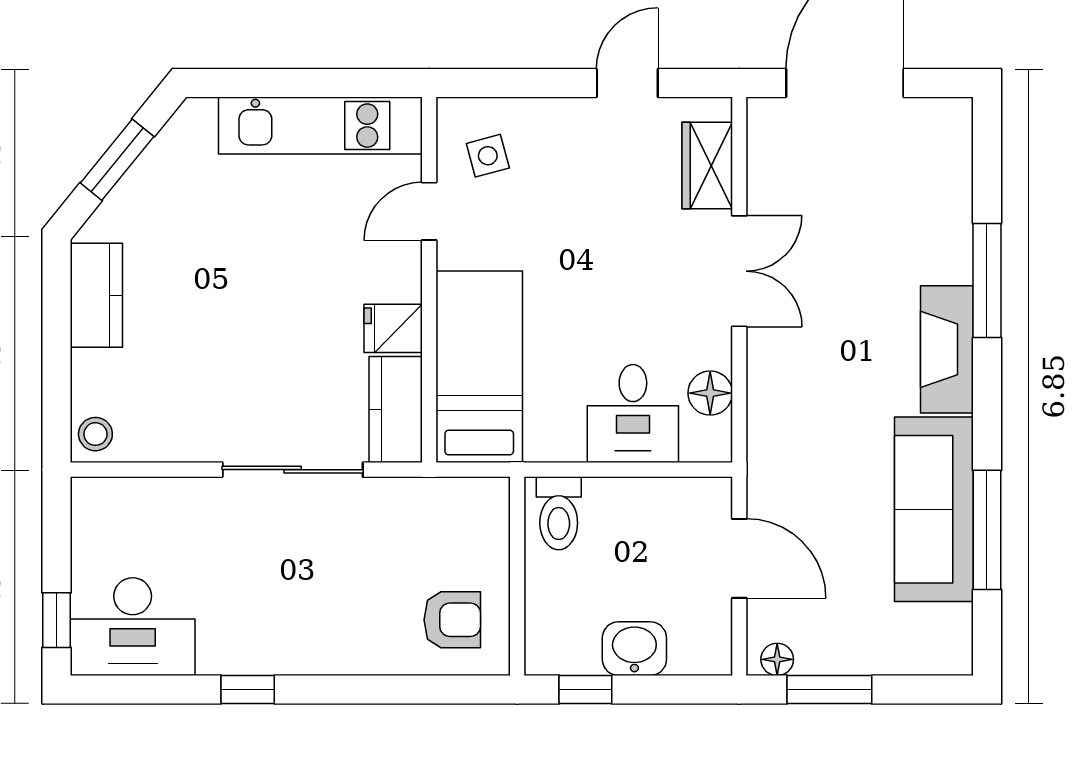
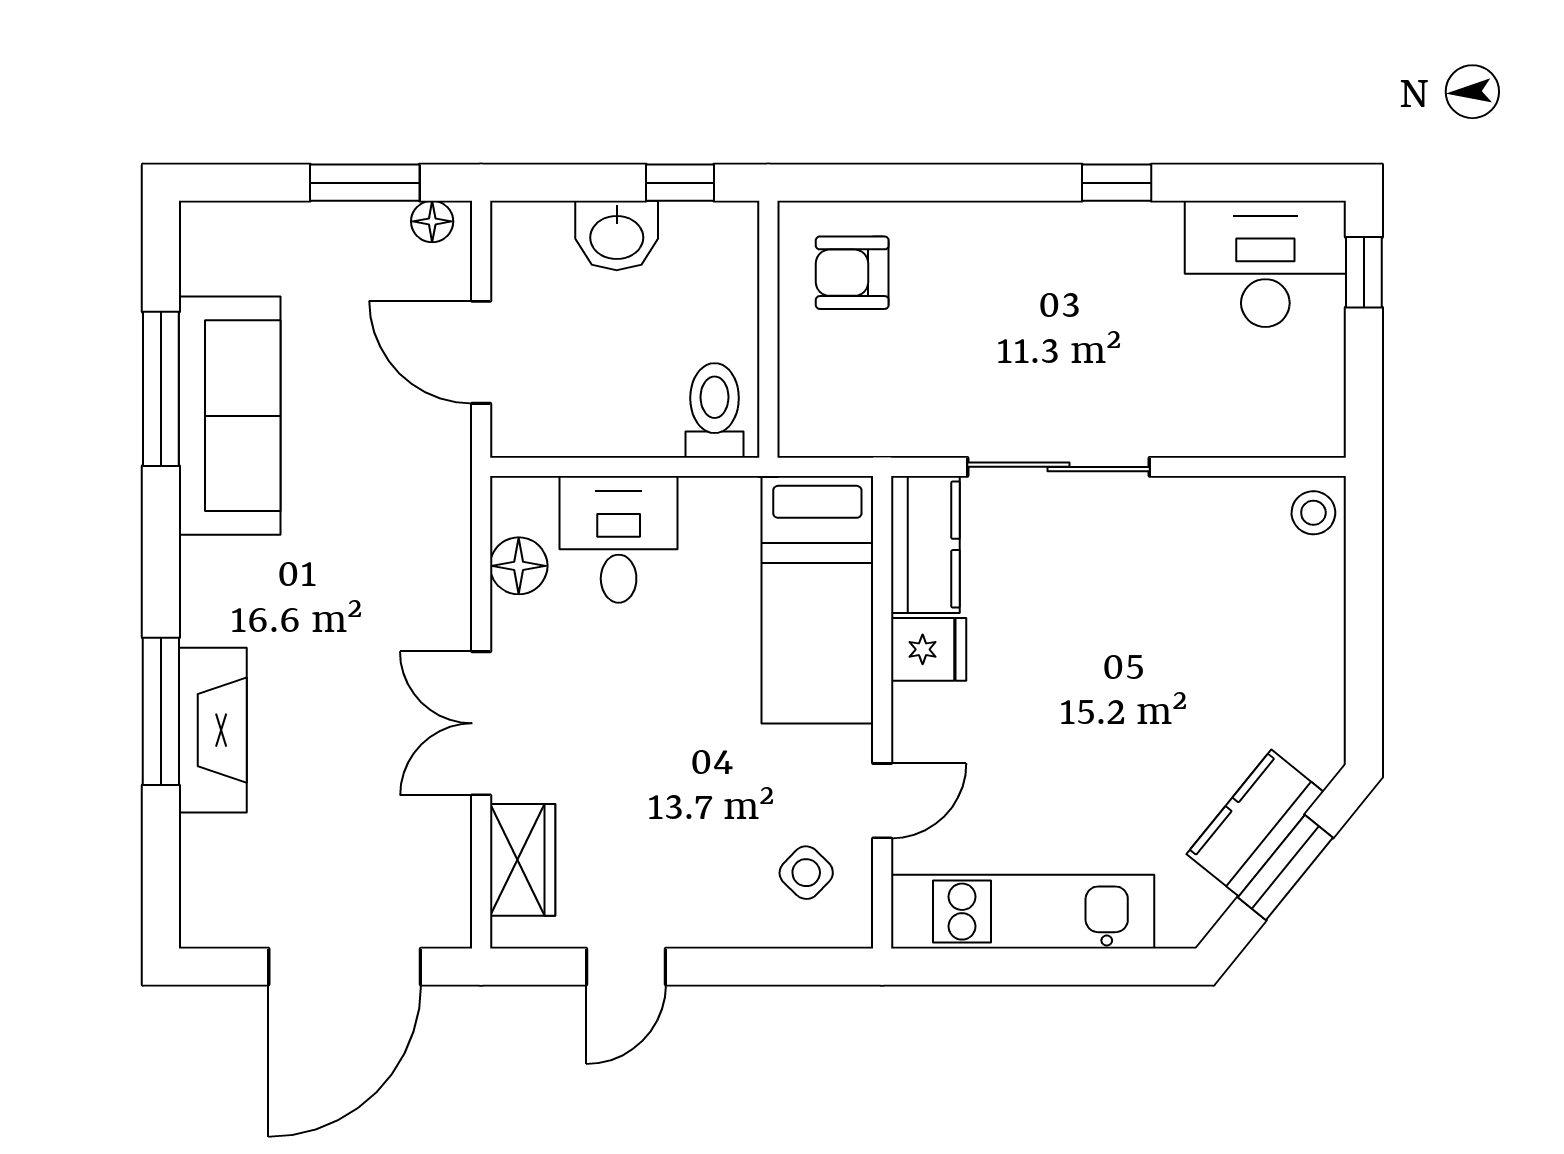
side table: (488, 156) -> (806, 873), turned -31
kitchen counter: (96, 295) -> (1255, 823), moved, turned 39
fireplace: (947, 349) -> (213, 730), moved

